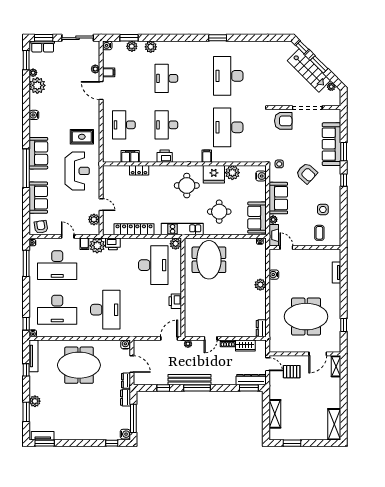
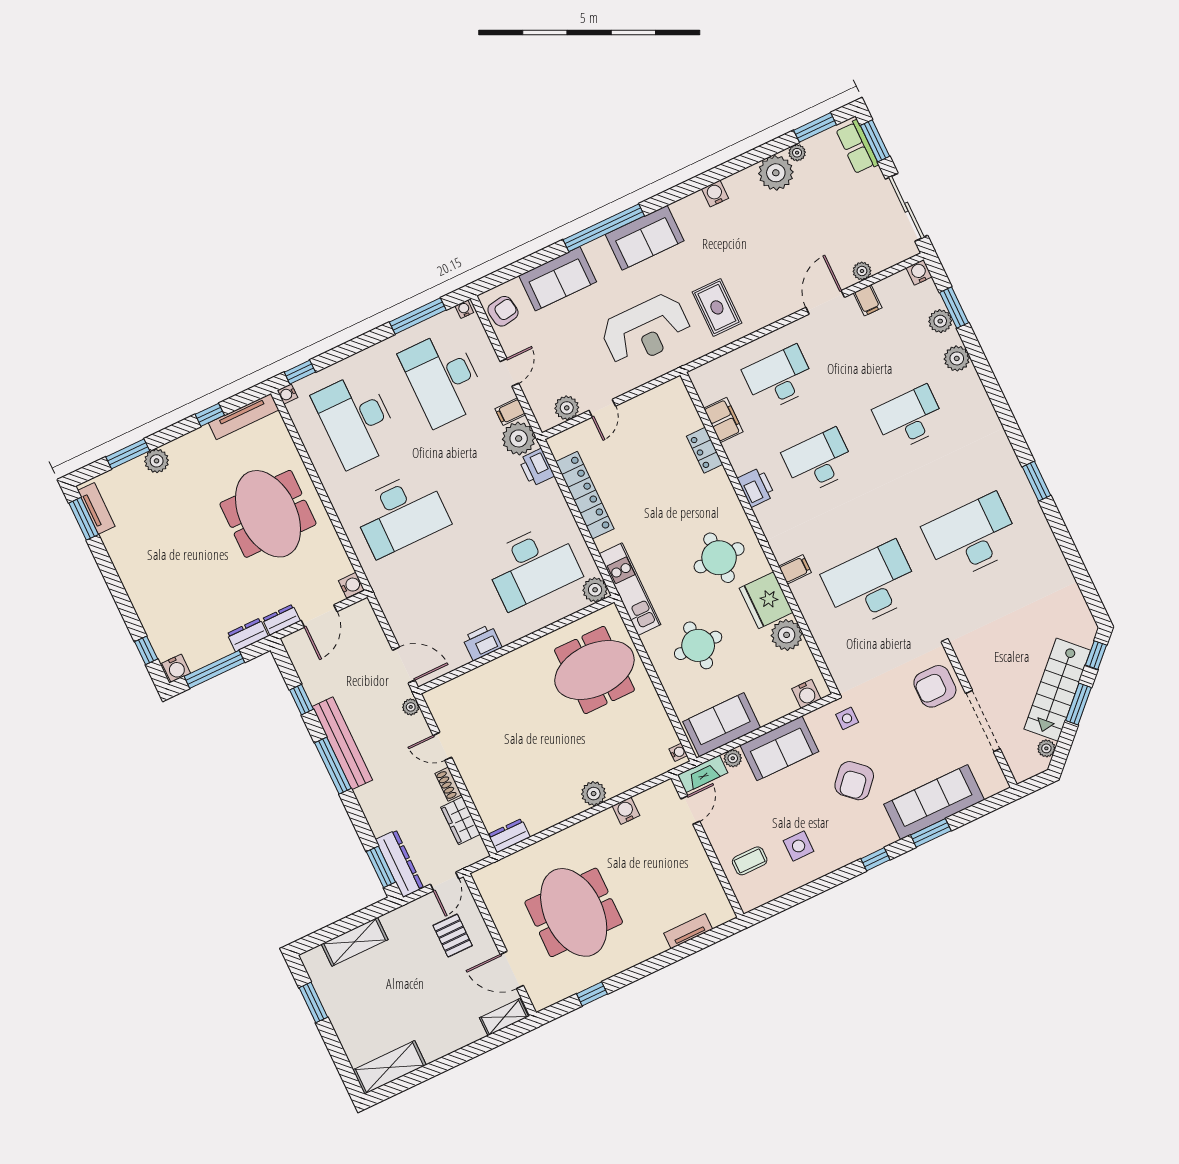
armchair: (283, 121) -> (935, 686), turned 90

